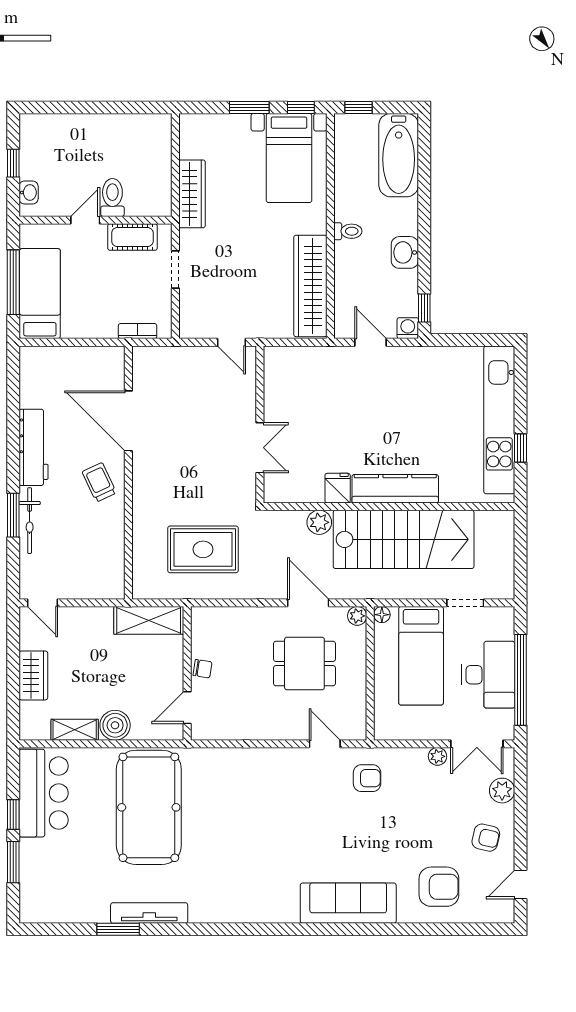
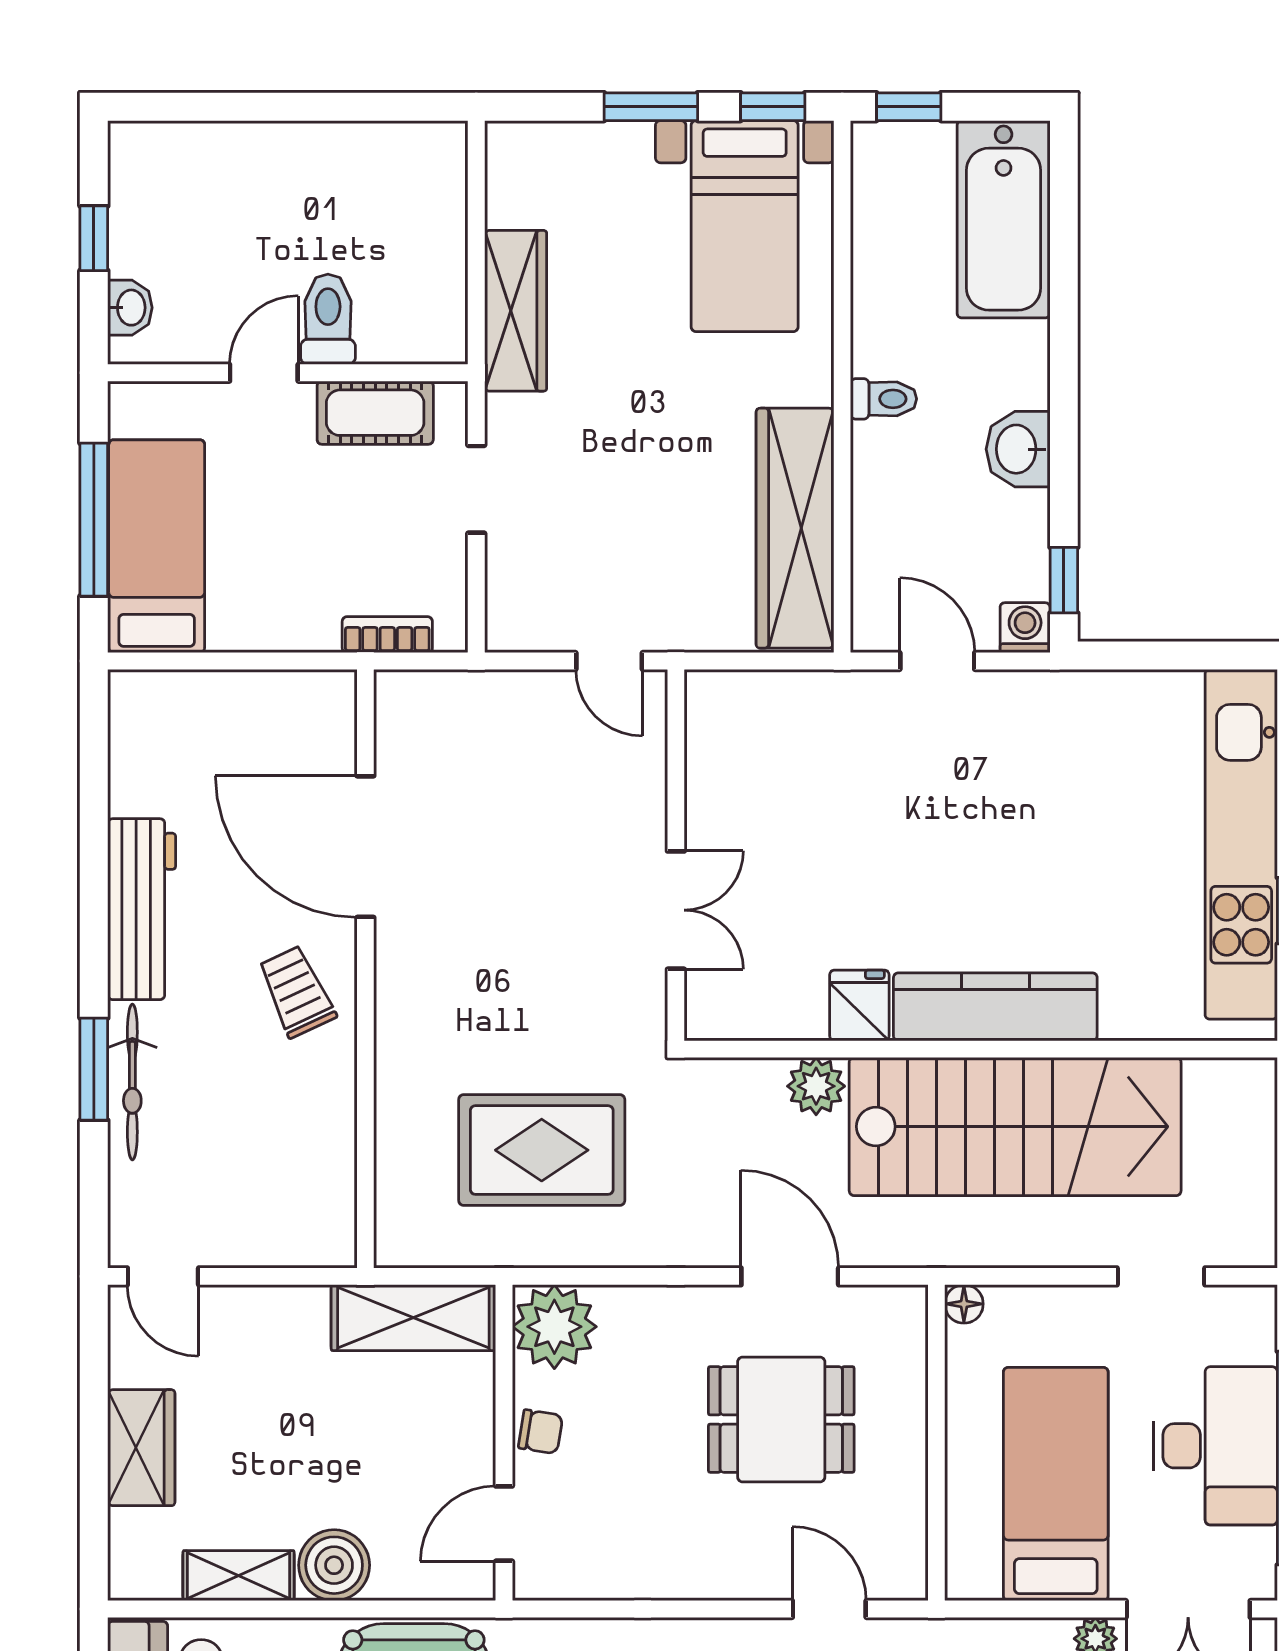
plant: (357, 616) -> (554, 1327), moved, width x1.88, depth x1.88
bed: (421, 656) -> (1056, 1484), moved, turned 180

